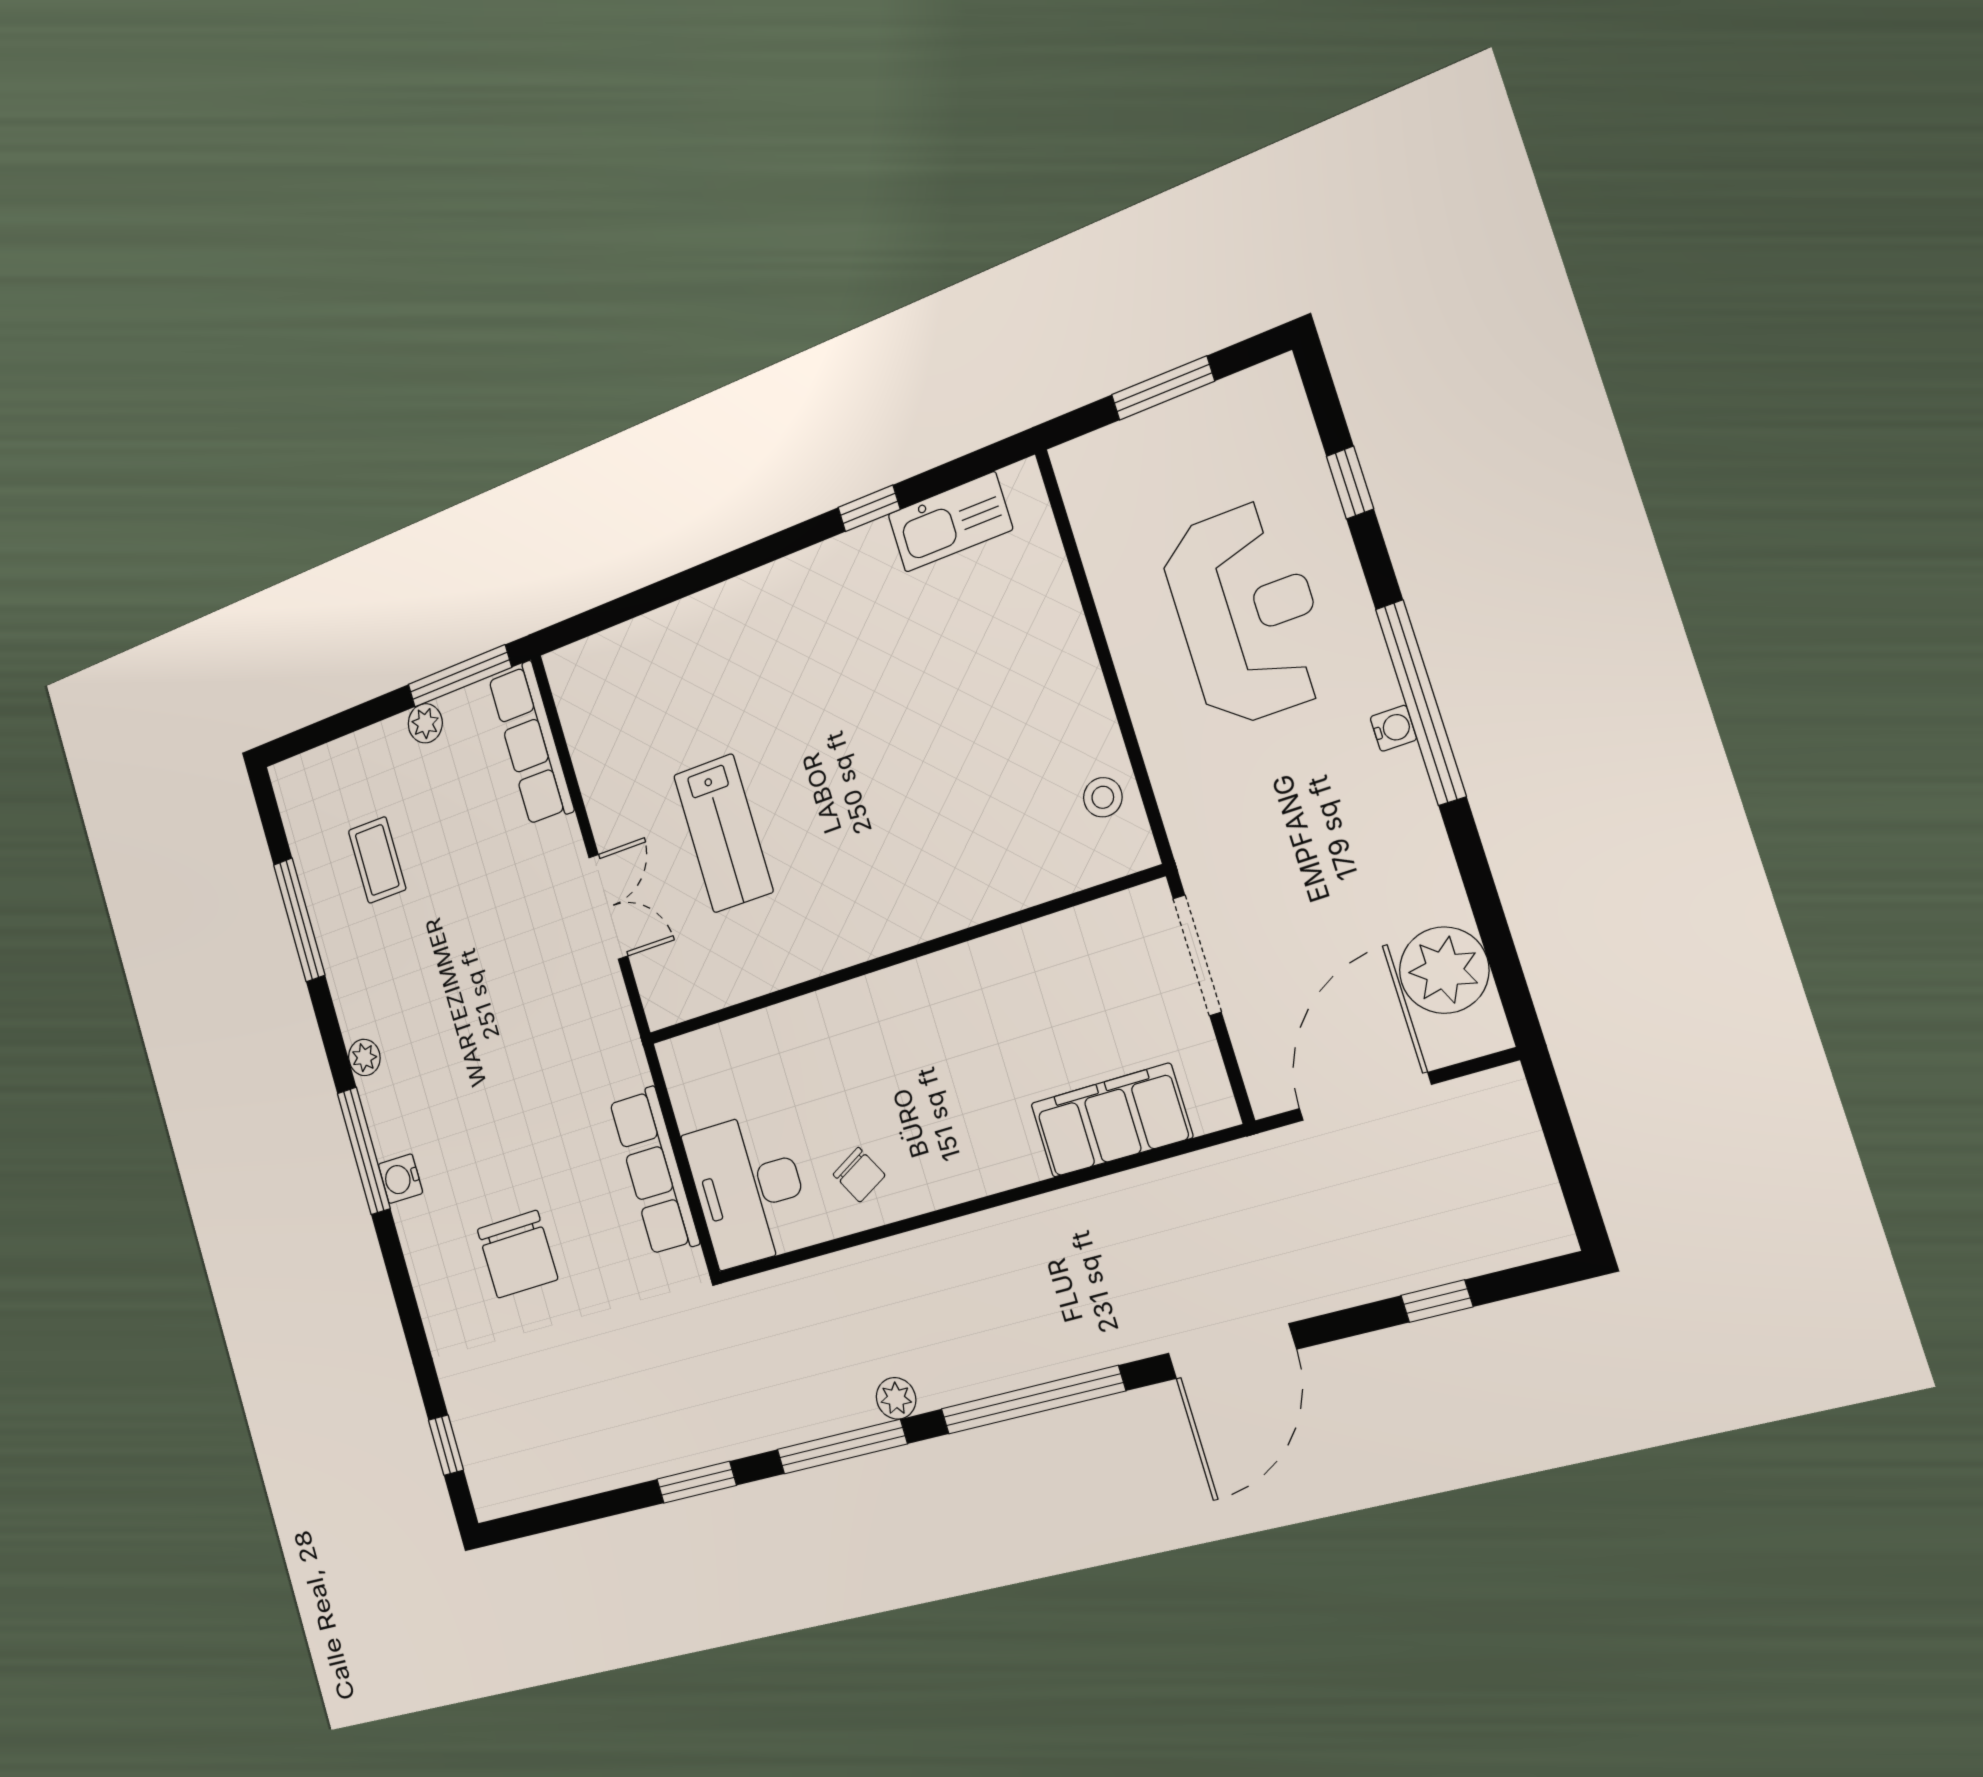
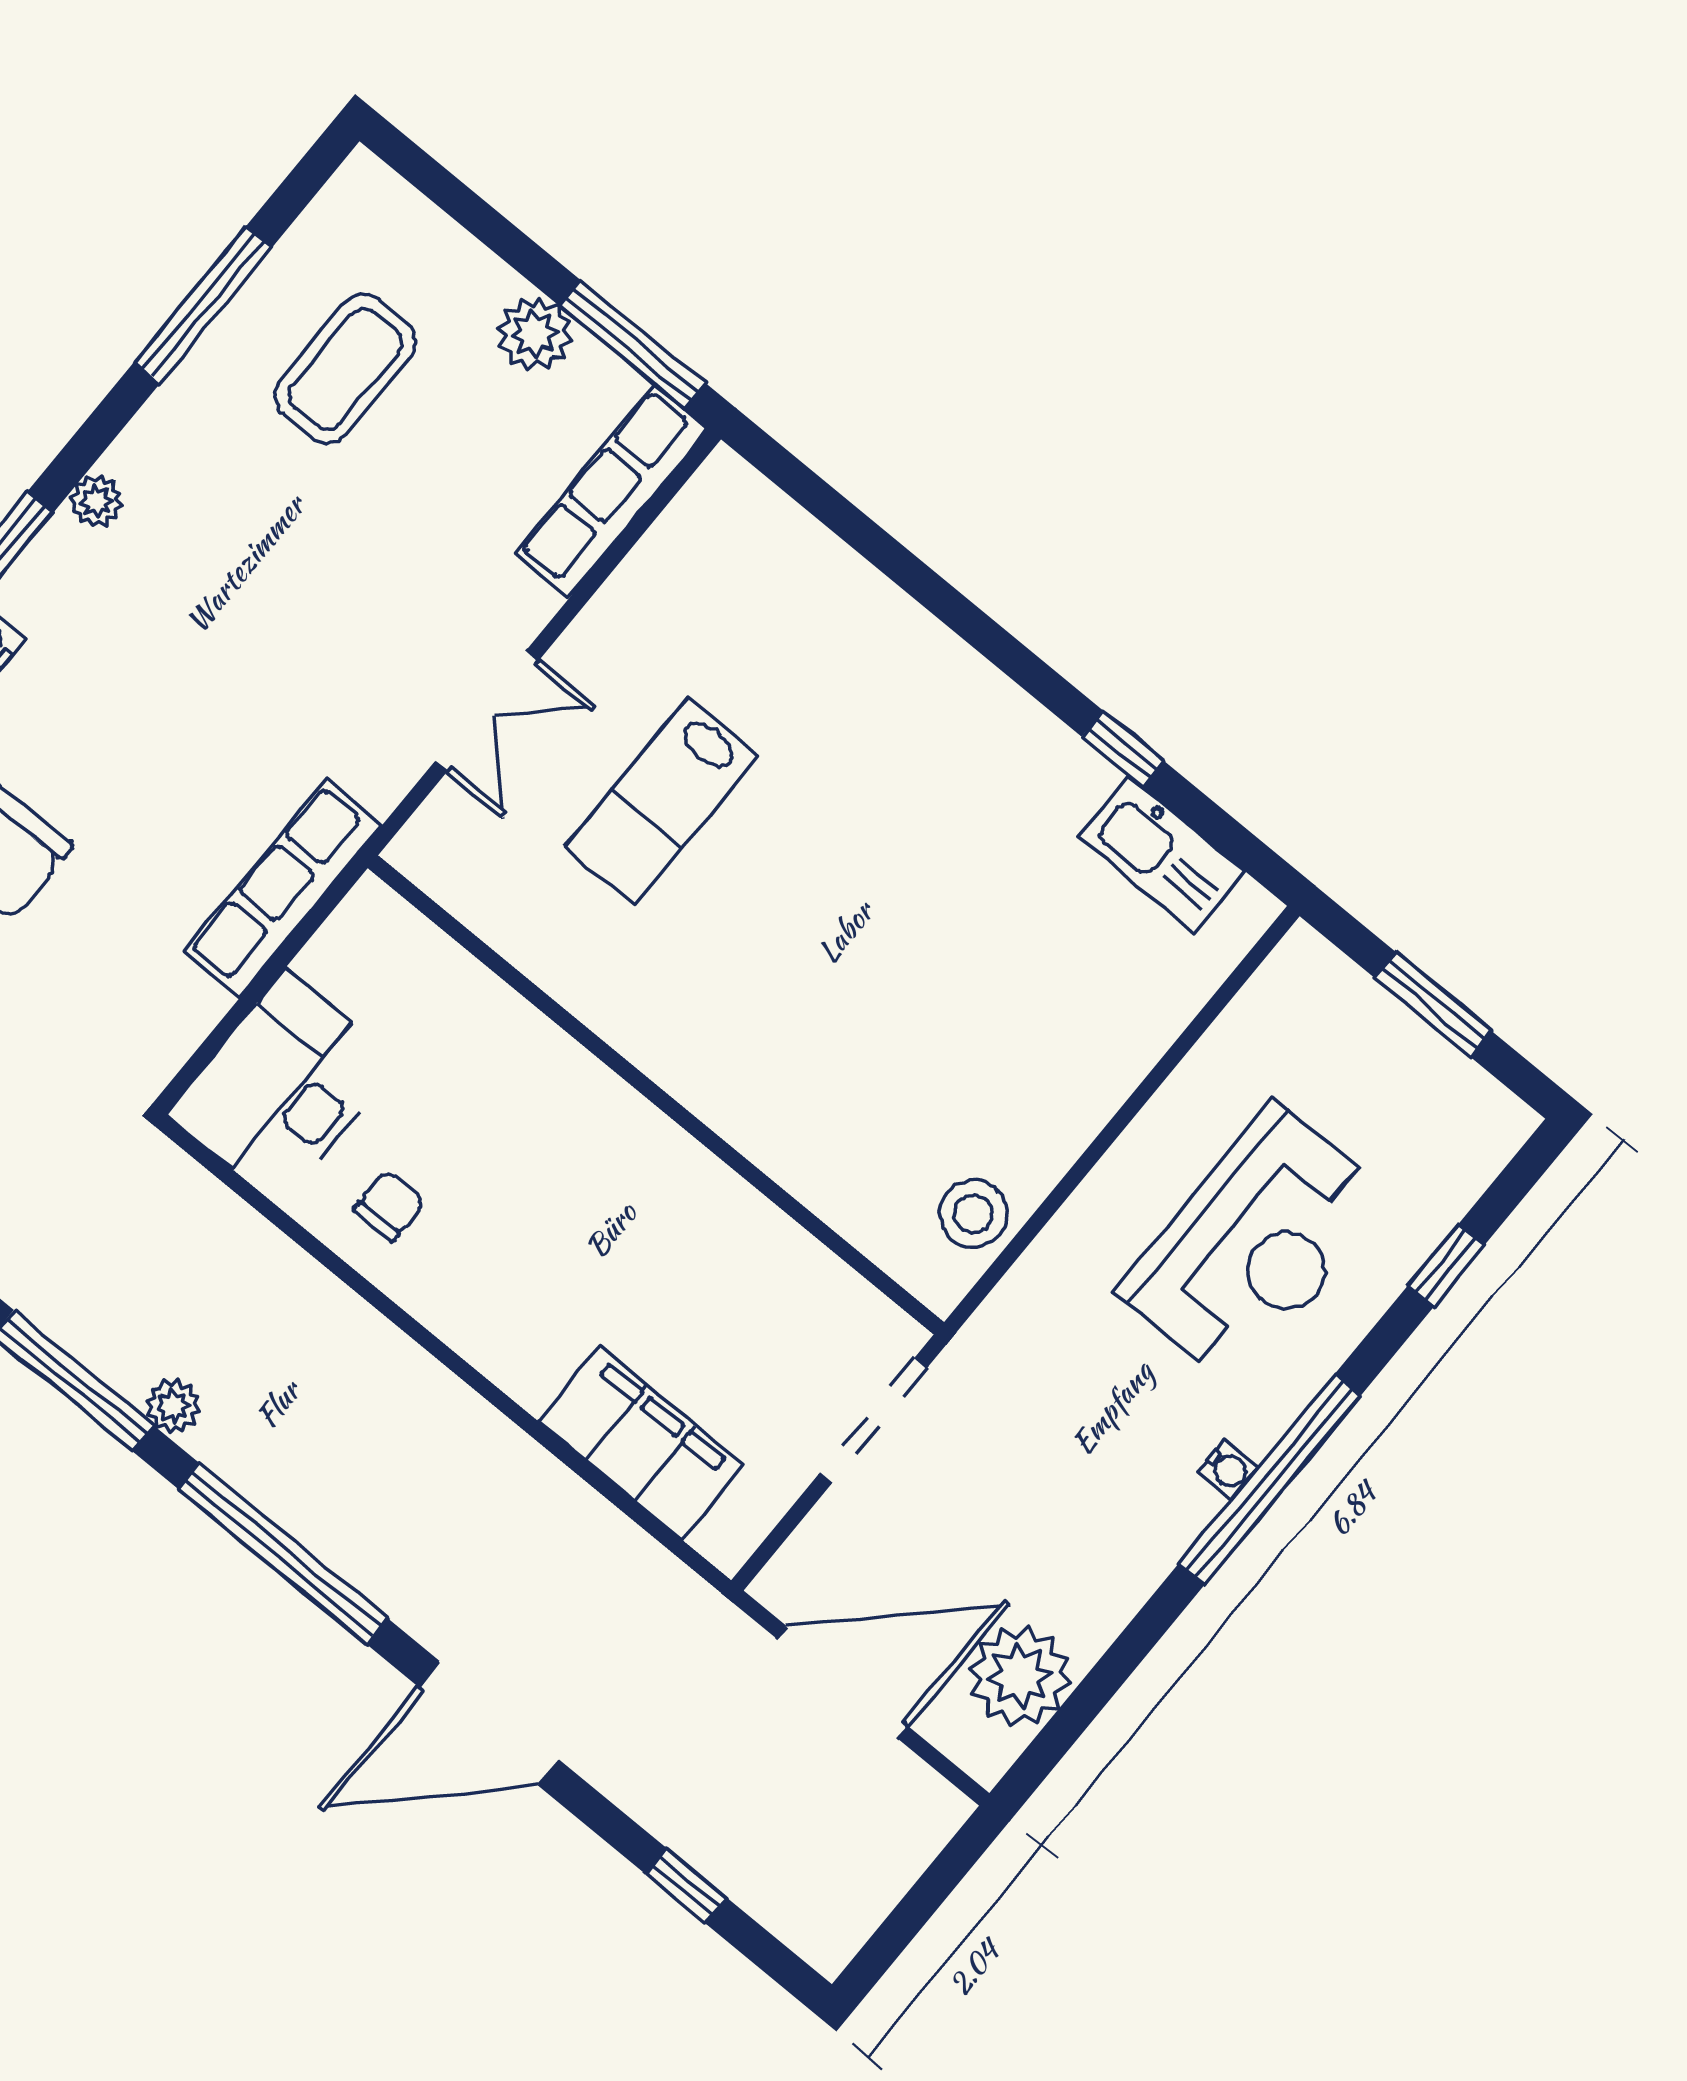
plant: (425, 723) -> (534, 334), width x1.38, depth x1.38
stool: (1103, 797) -> (973, 1214), width x1.37, depth x1.37
coffee table: (377, 860) -> (345, 369), width x1.36, depth x1.30
row of seats: (654, 1172) -> (283, 888), moved
chair: (859, 1175) -> (389, 1206), turned -151

